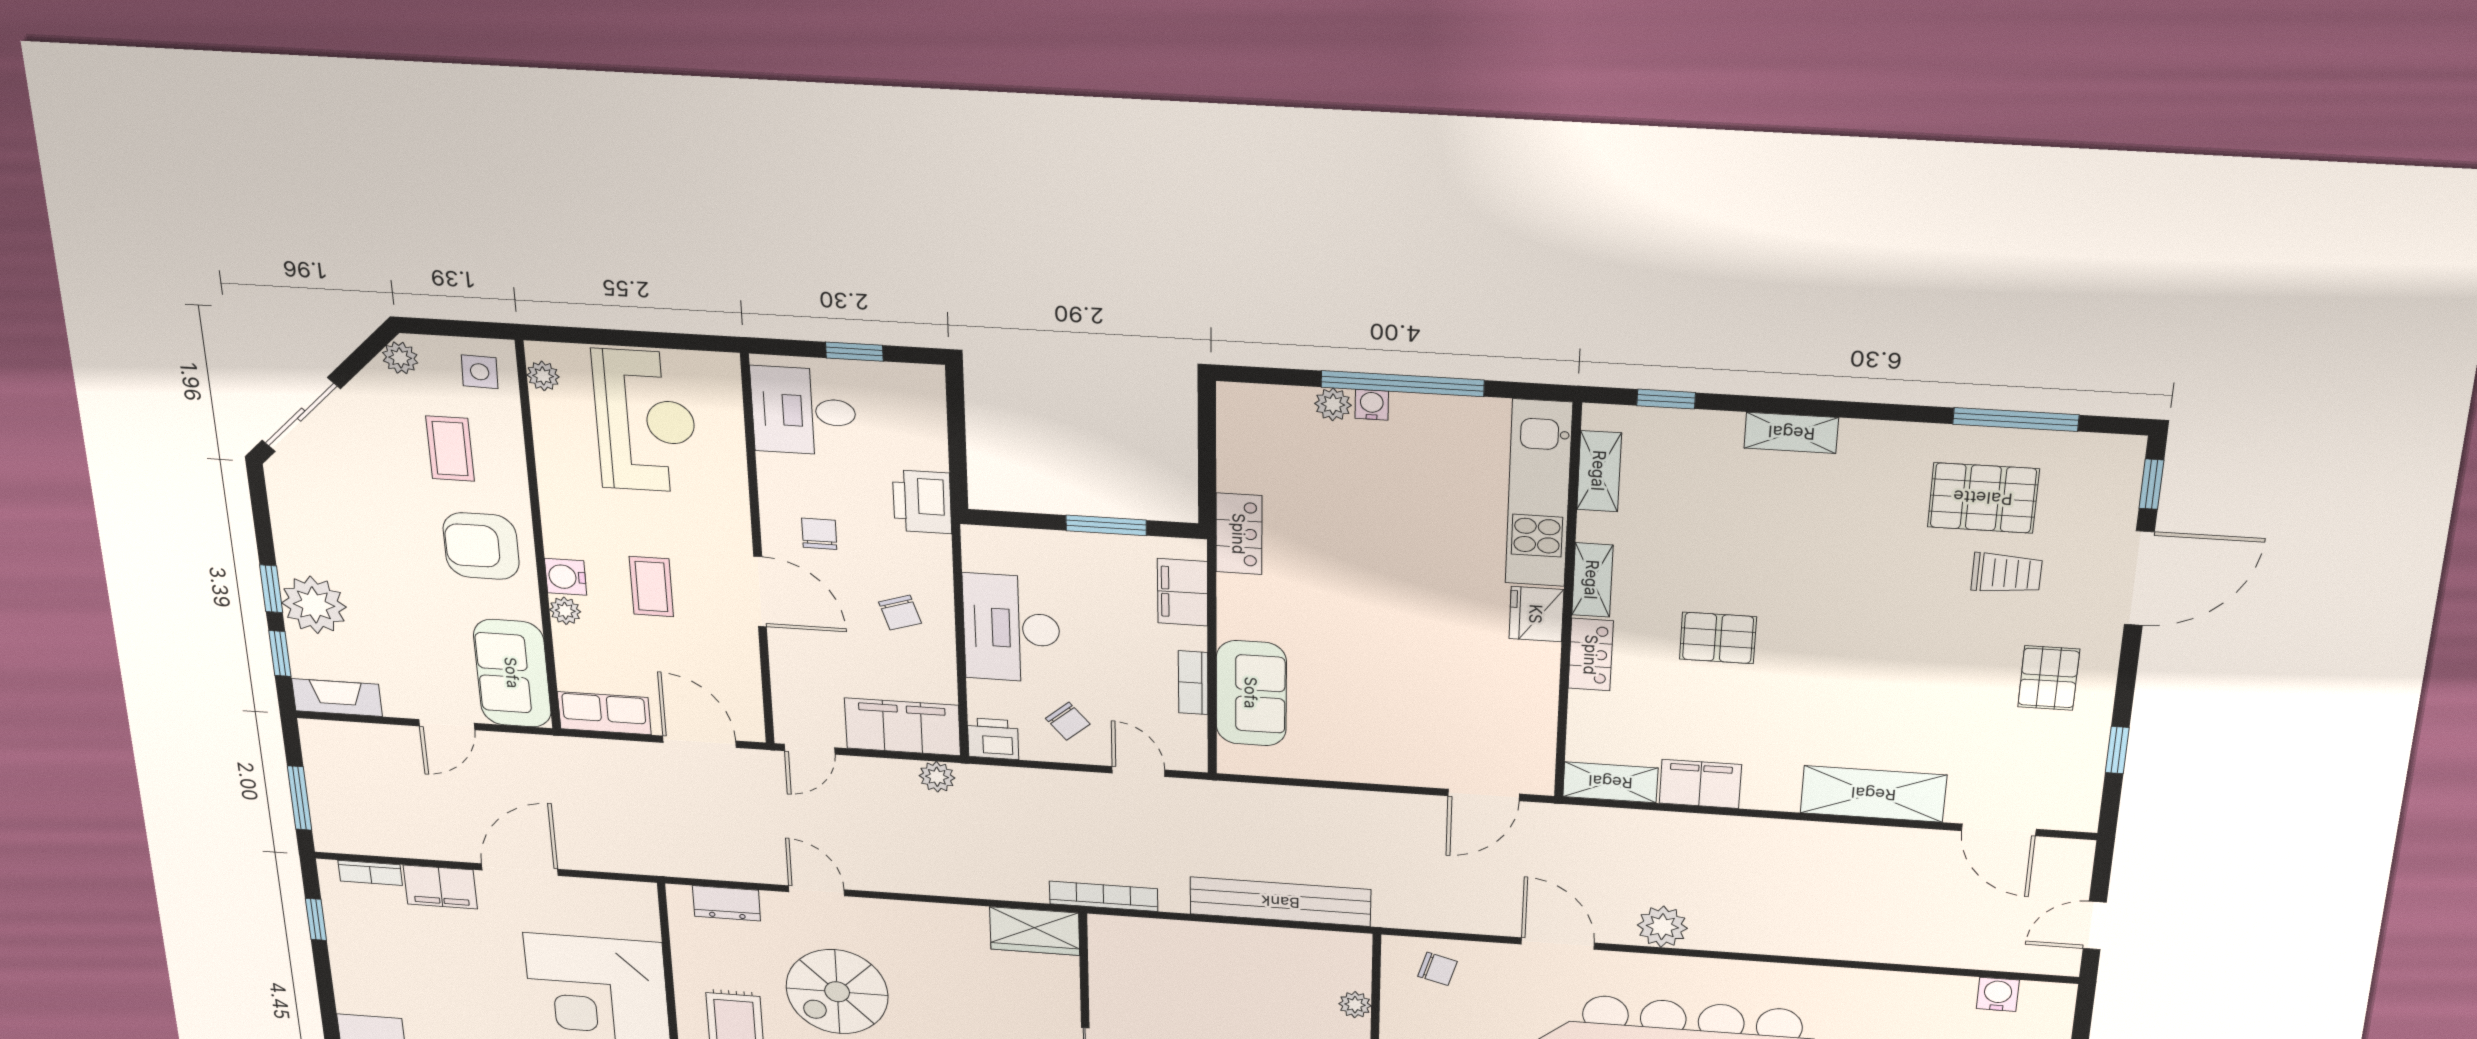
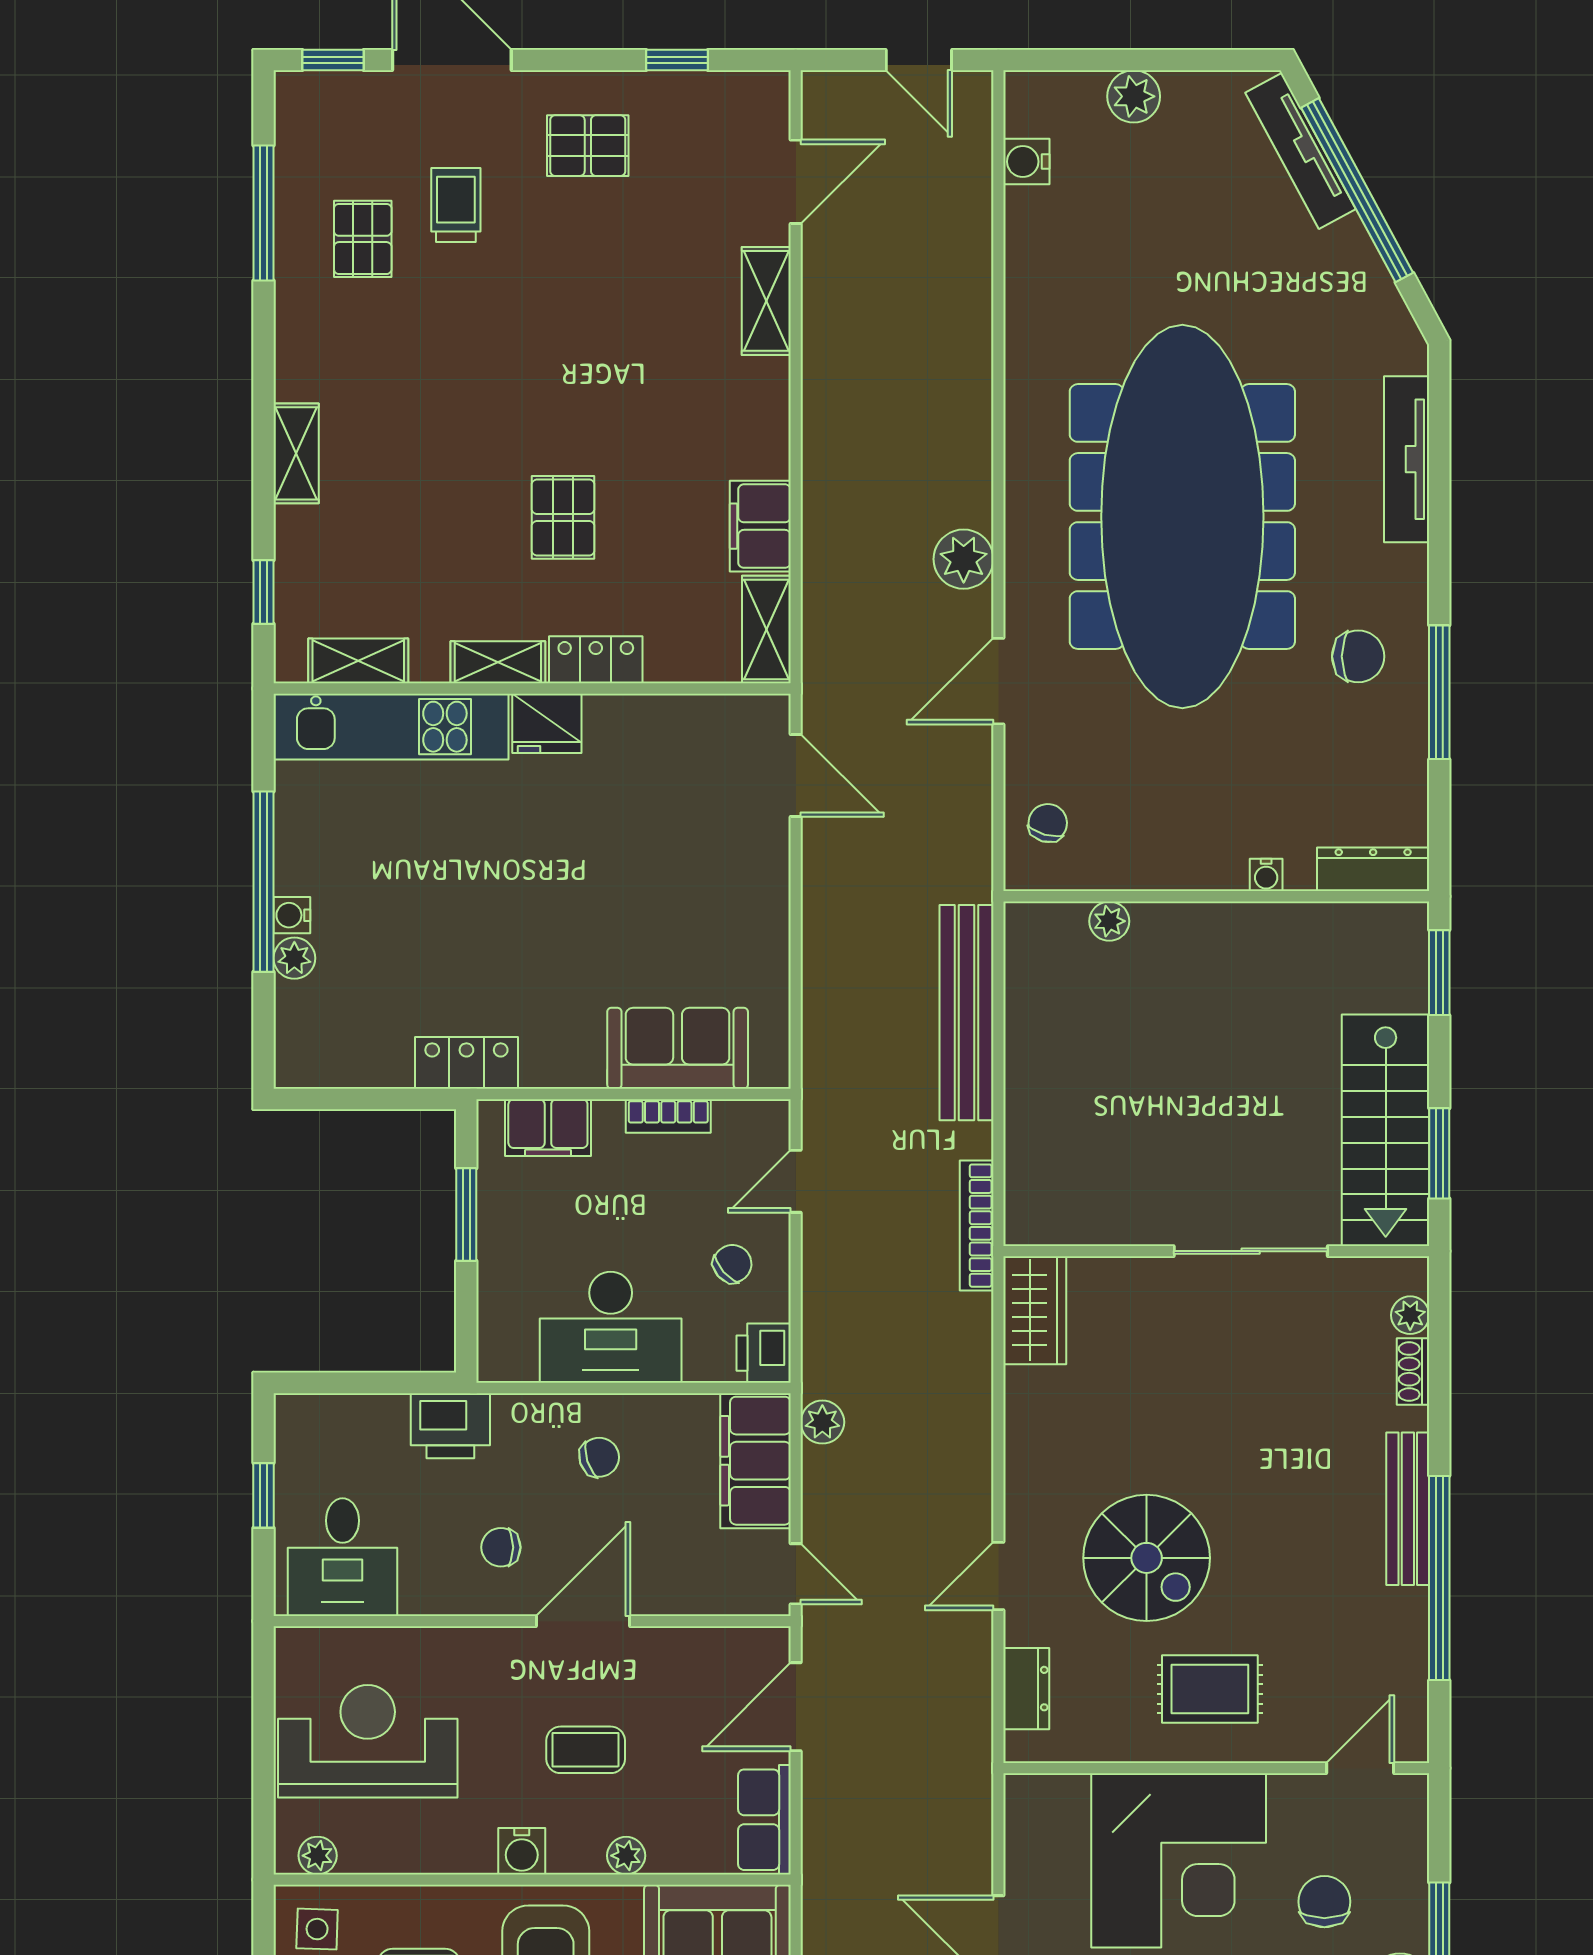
pallet: (1983, 498) -> (363, 239), width x0.67, depth x0.71
water cooler: (566, 577) -> (522, 1851), moved
shelving: (1873, 794) -> (766, 301), width x0.67, depth x0.75

